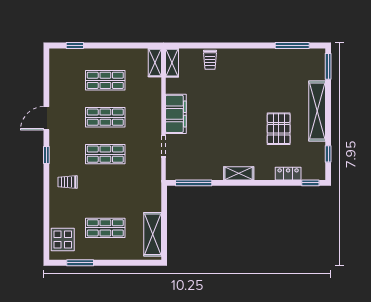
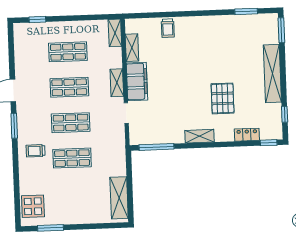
window: (292, 45) -> (246, 11), width x0.69
shelving: (172, 63) -> (132, 48), moved
shelving: (155, 114) -> (117, 83), added
pallet: (279, 129) -> (223, 98), moved
window: (46, 155) -> (14, 126), width x1.50
shop shelf: (105, 228) -> (72, 158), moved

